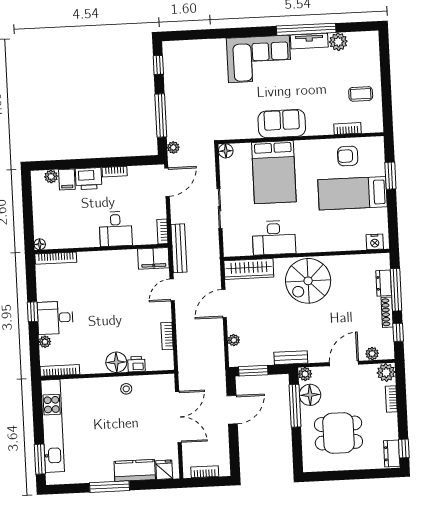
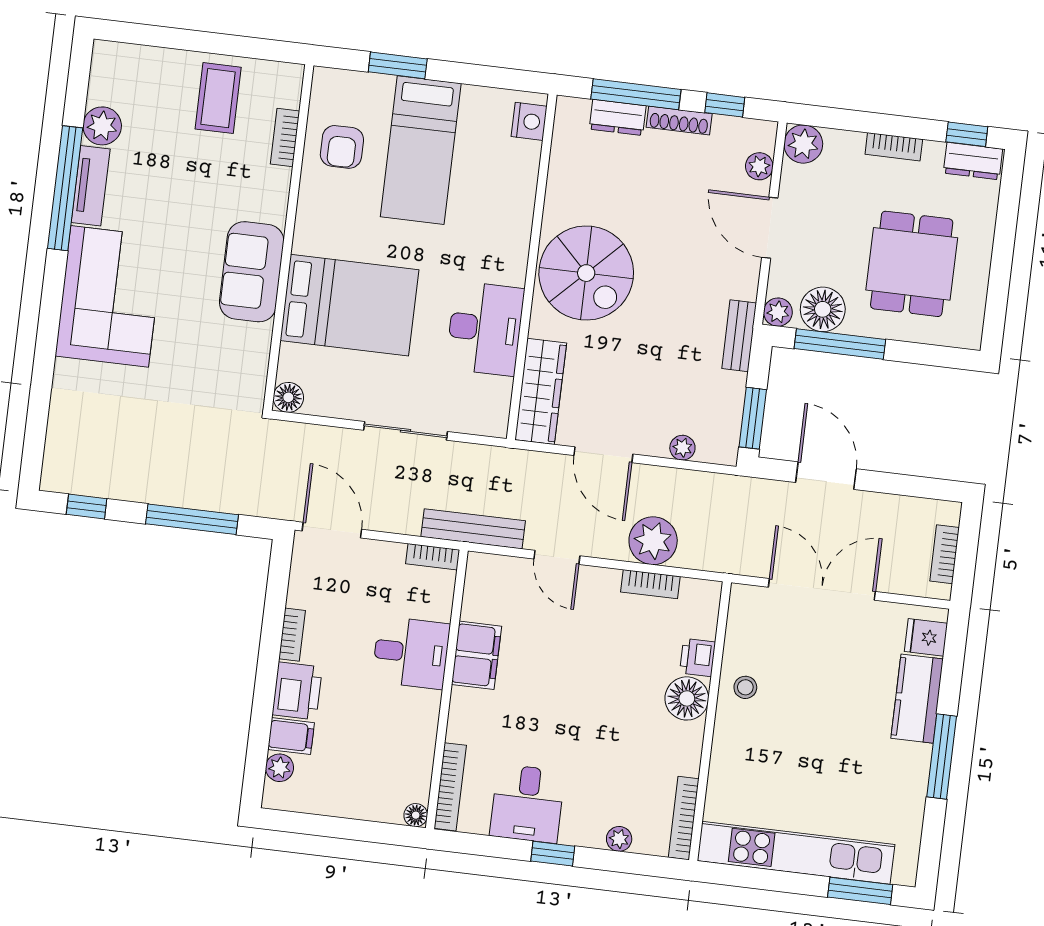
coffee table: (361, 94) -> (218, 98), width x1.36, depth x1.30
plant: (173, 147) -> (653, 541), moved, width x1.88, depth x1.88
filing cabinet: (153, 258) -> (476, 655), moved
desk: (55, 318) -> (527, 804), moved
bookcase: (391, 399) -> (894, 147), moved

